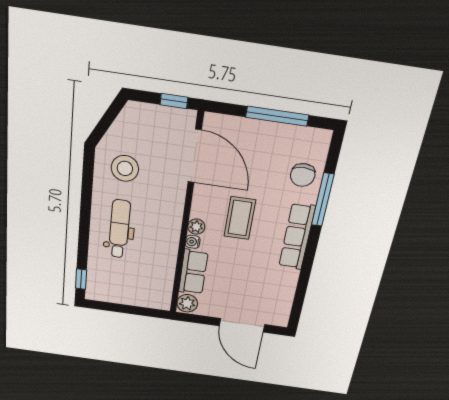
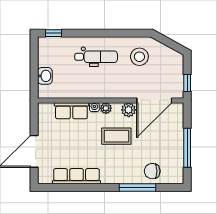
row of seats: (297, 237) -> (76, 176), moved
washbasin: (140, 298) -> (45, 76), added
plant: (187, 303) -> (129, 110), moved

